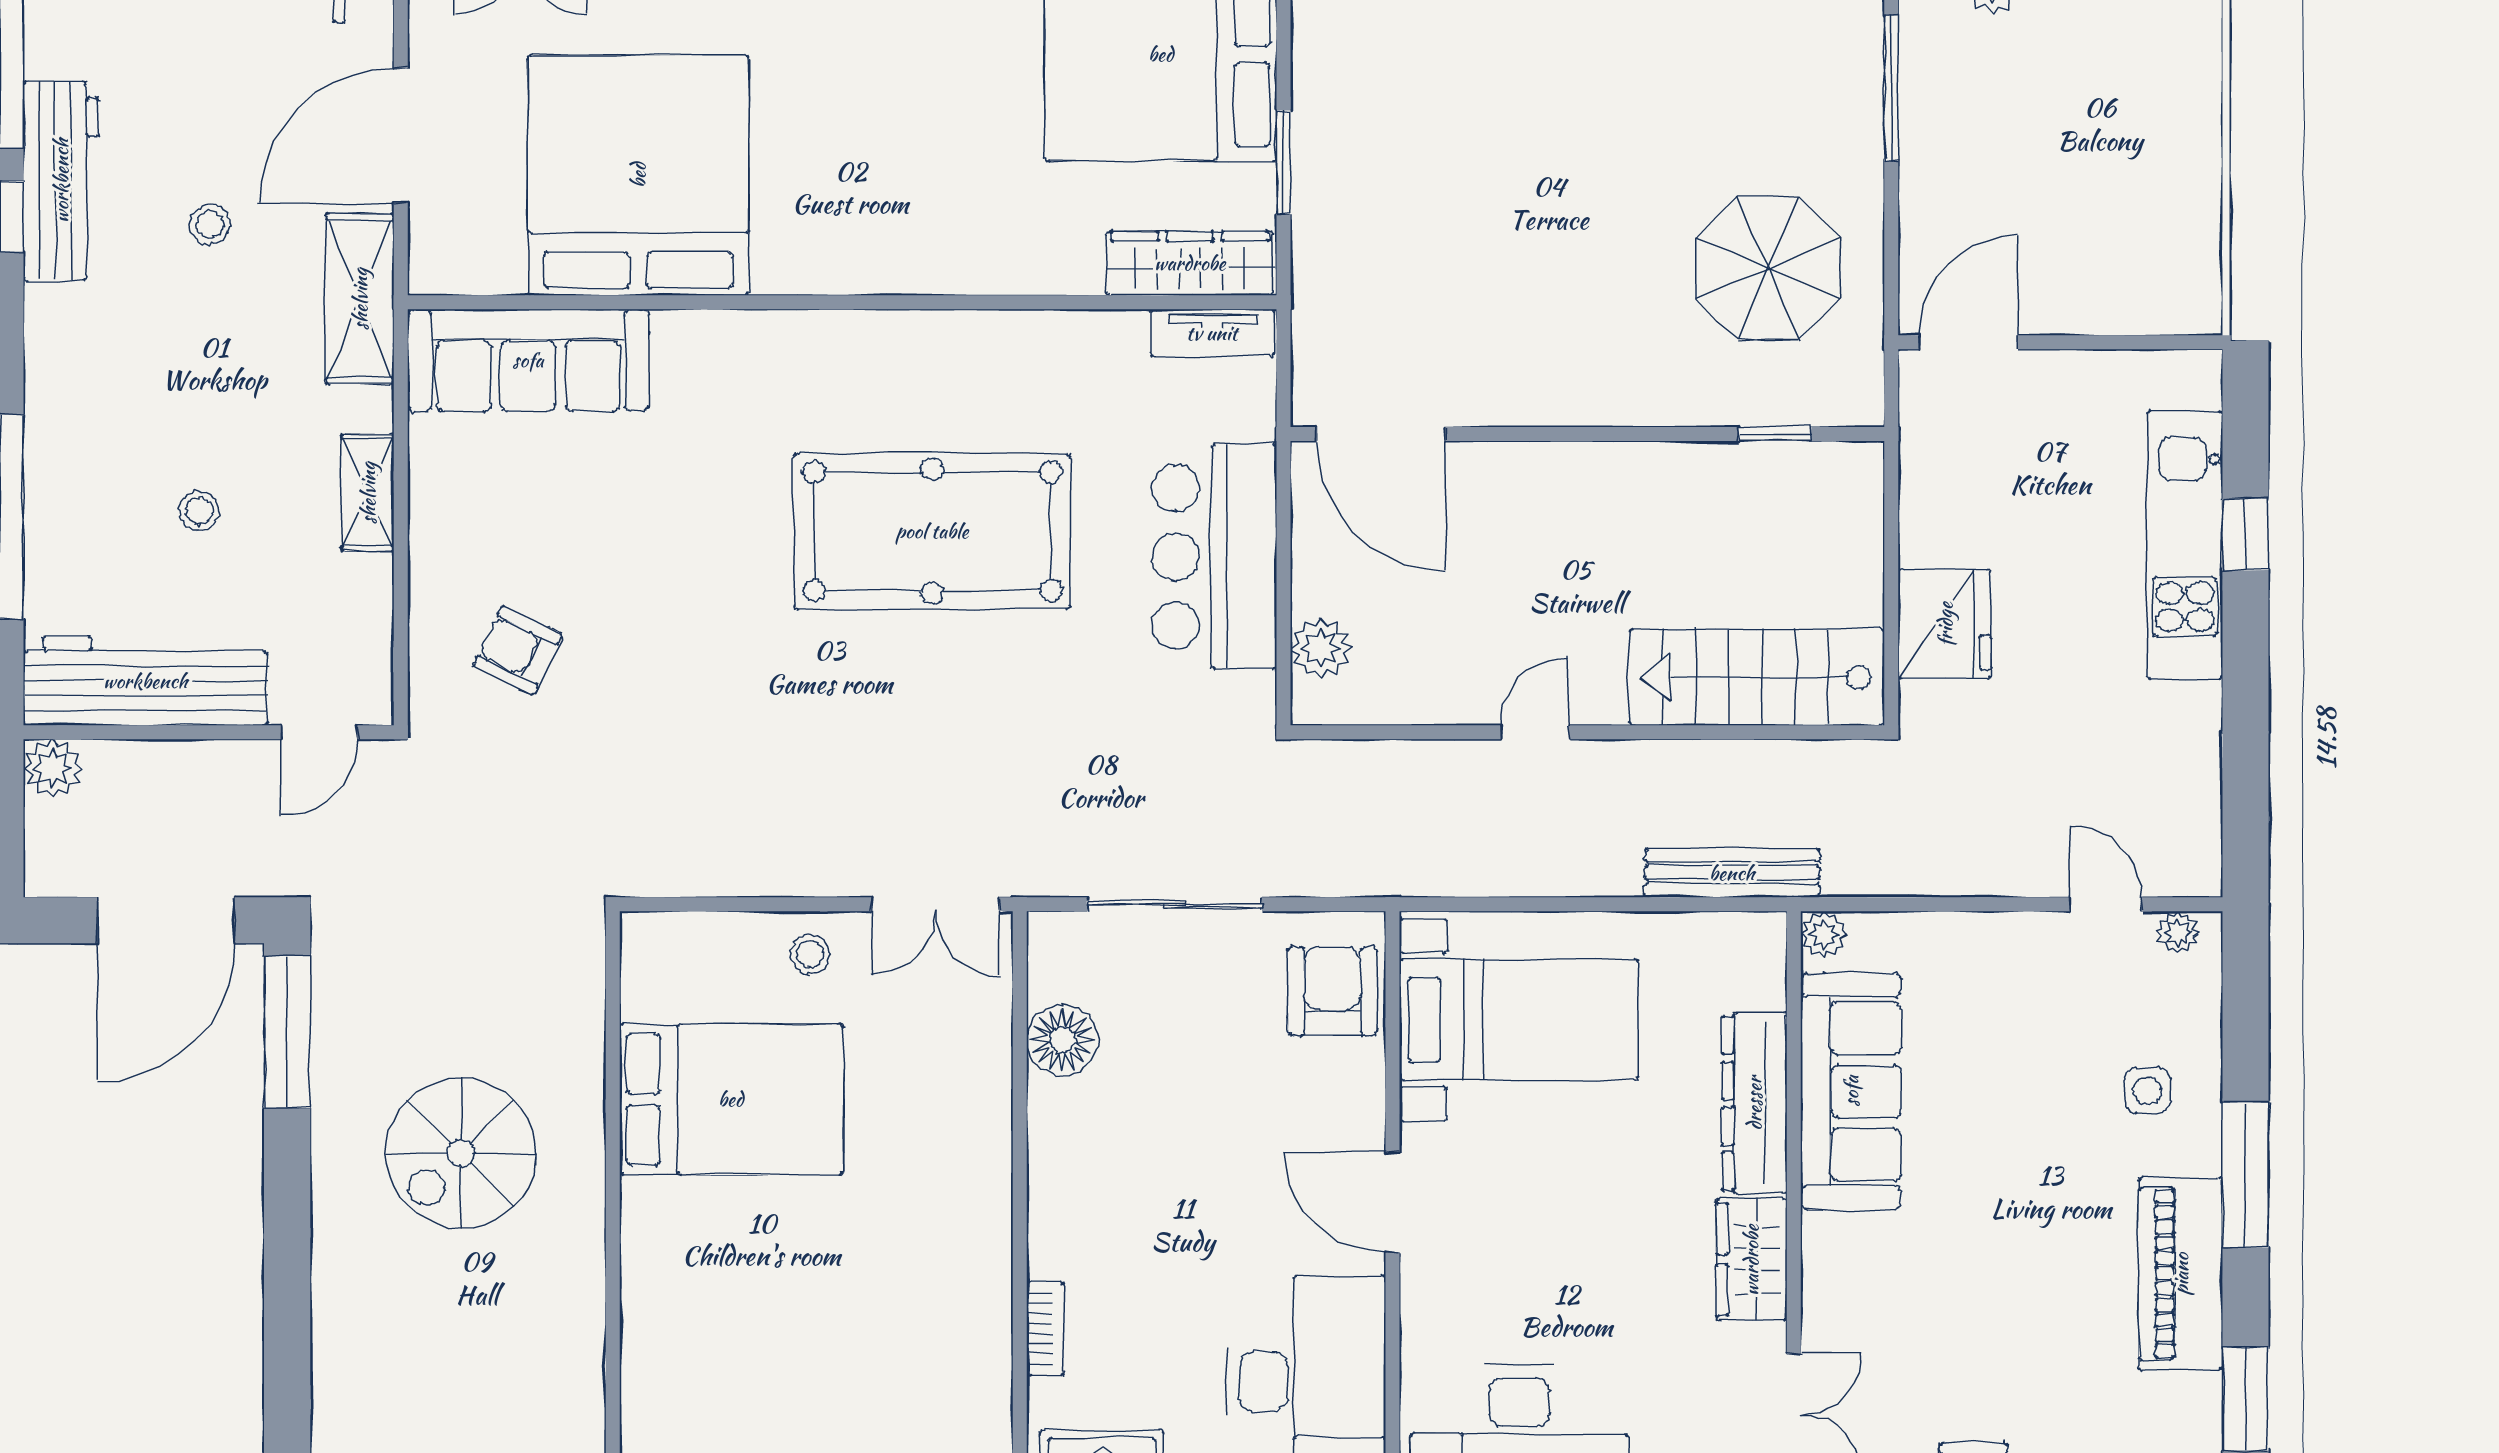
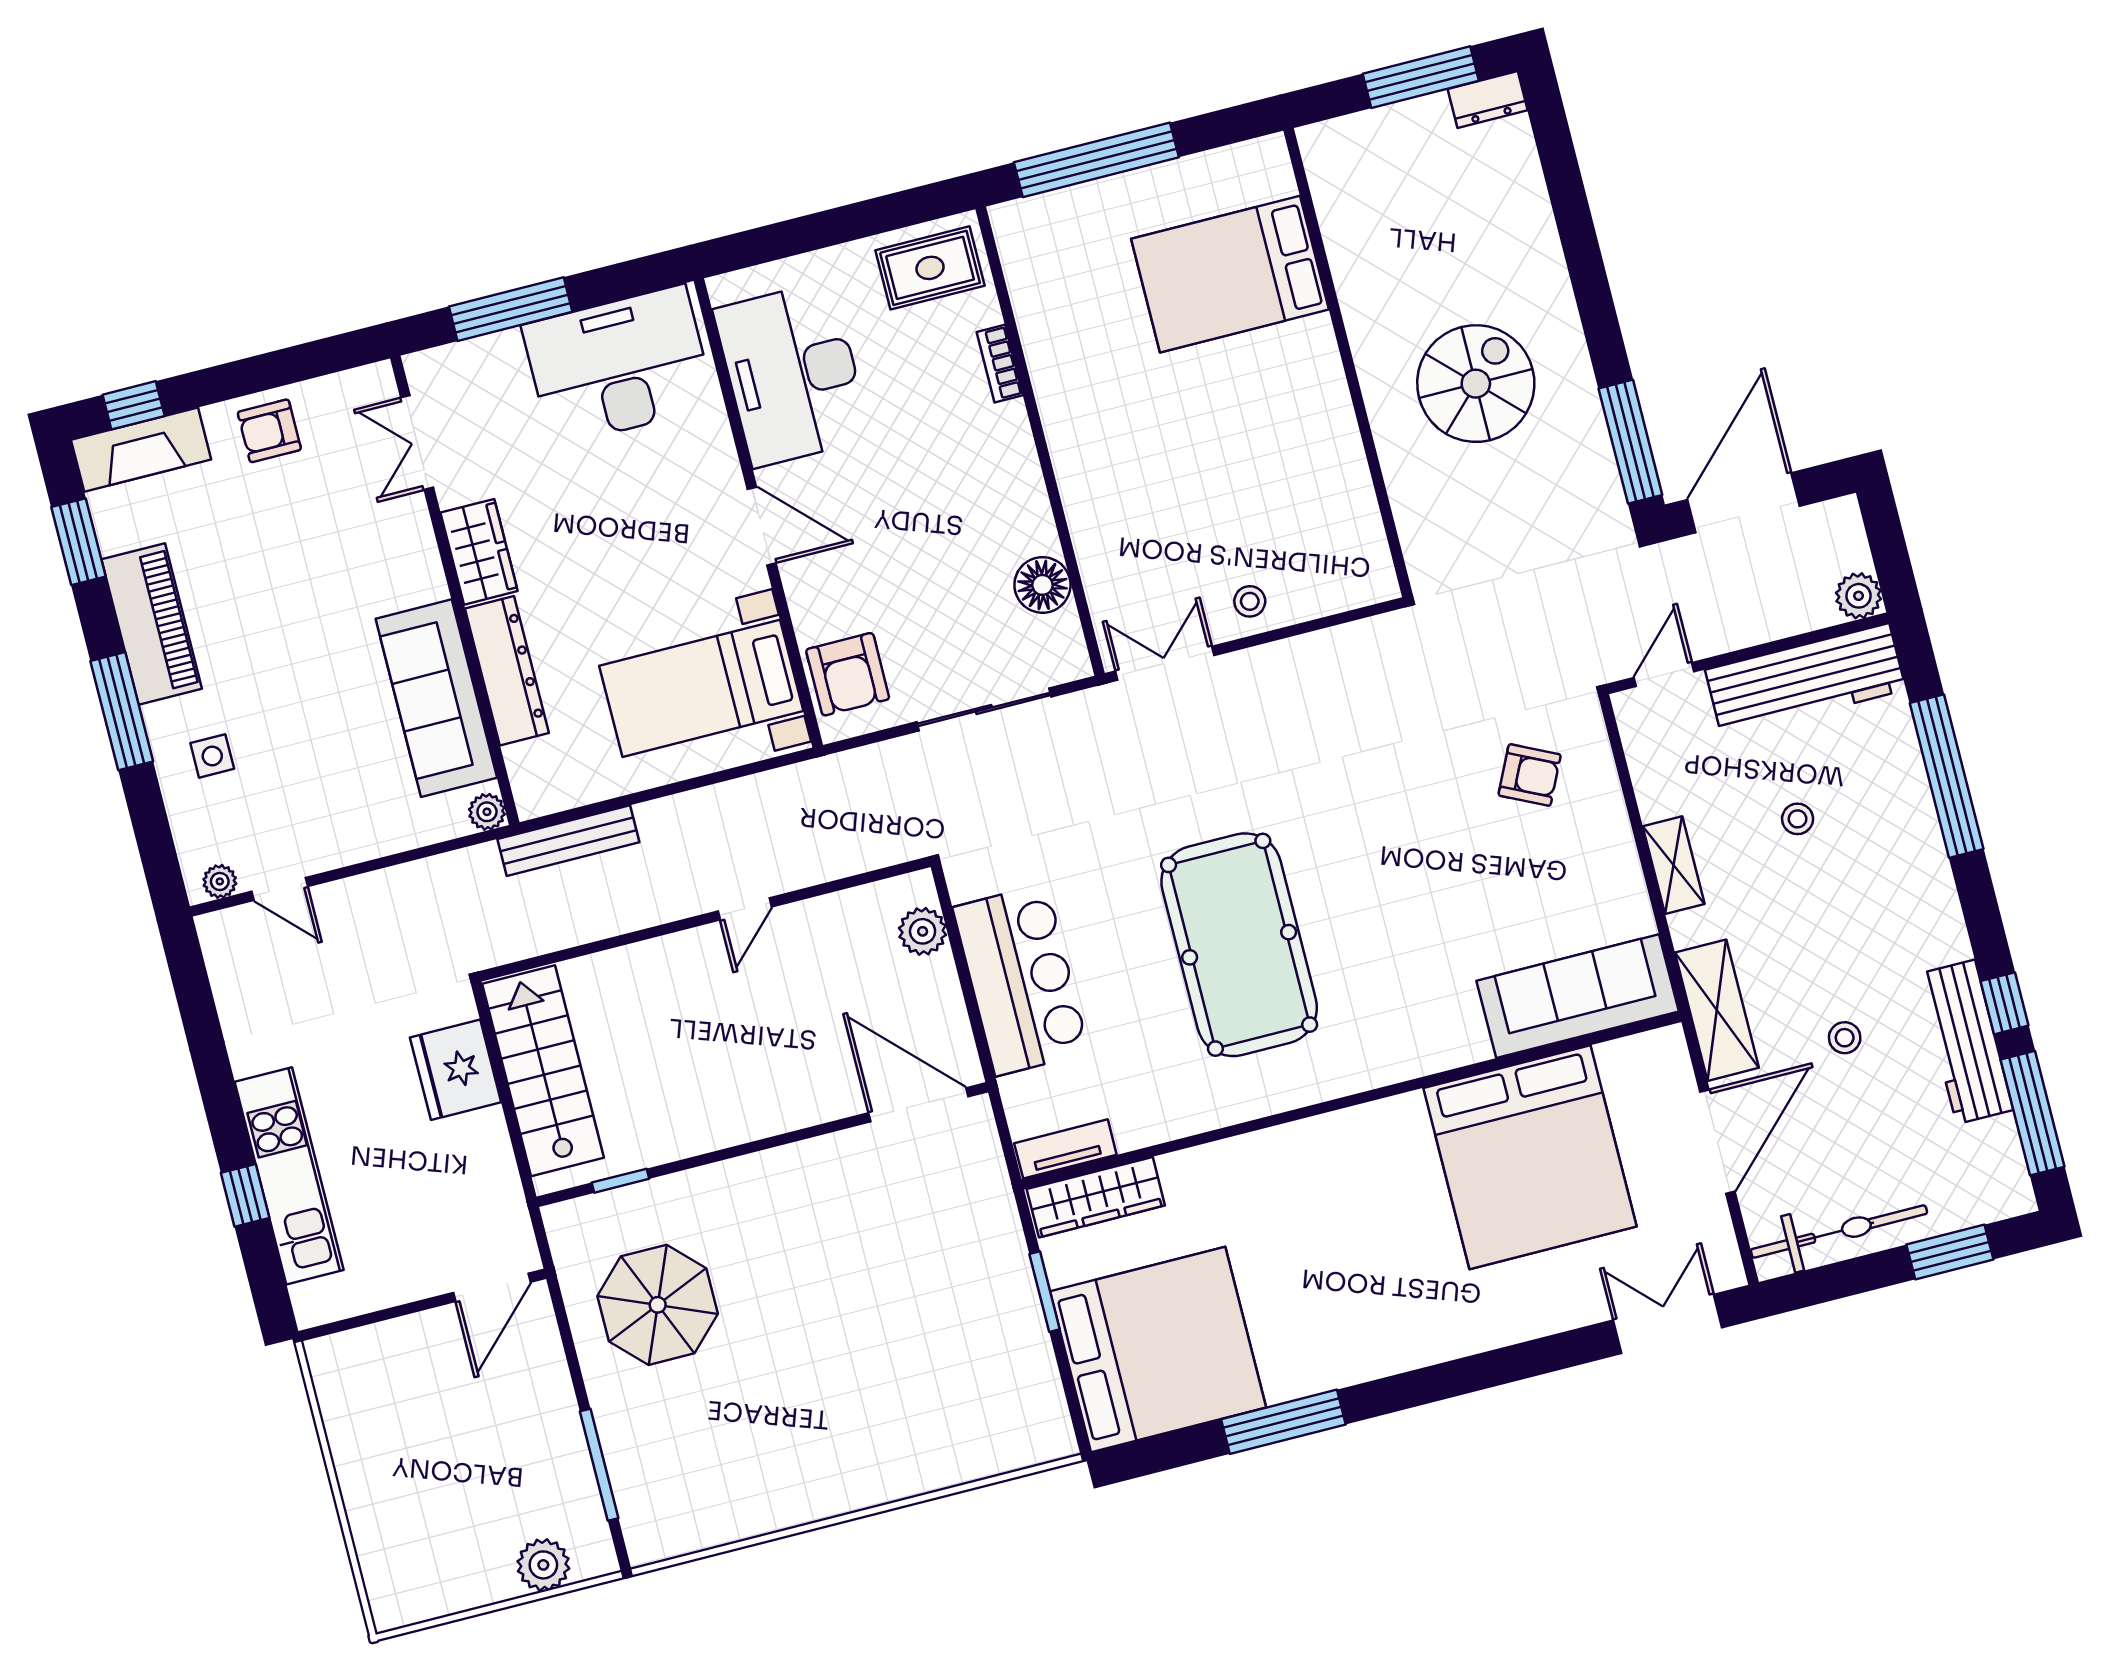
pool table: (932, 531) -> (1239, 945), turned 90
stairs: (1757, 677) -> (543, 1071), moved, turned -90
bed: (731, 1099) -> (1230, 274), moved

